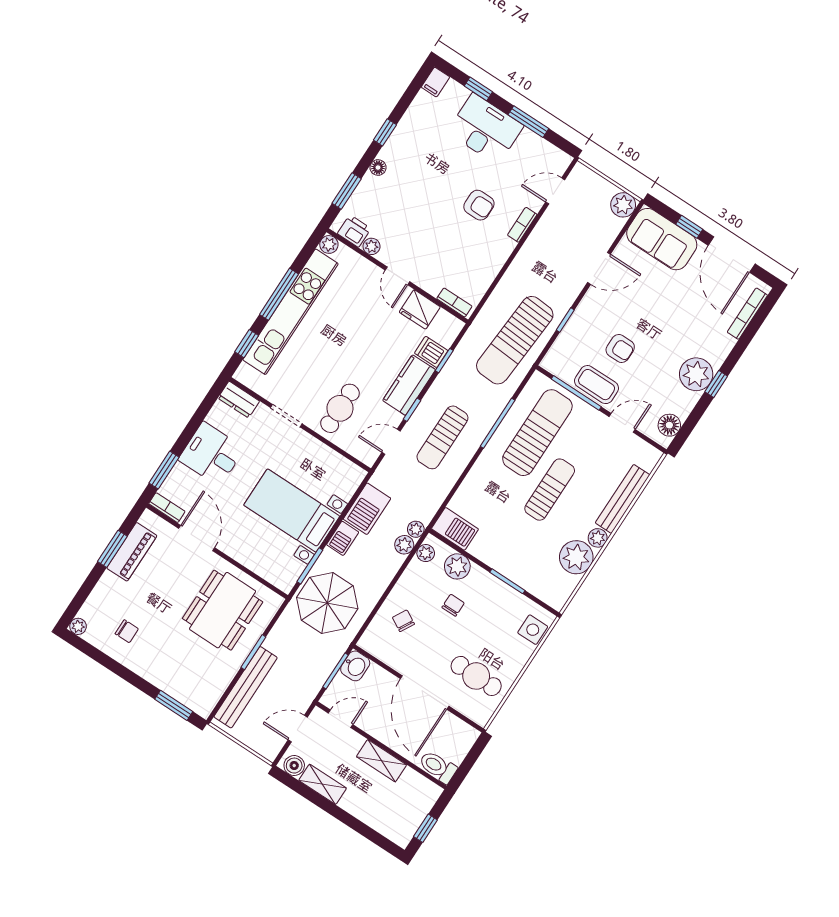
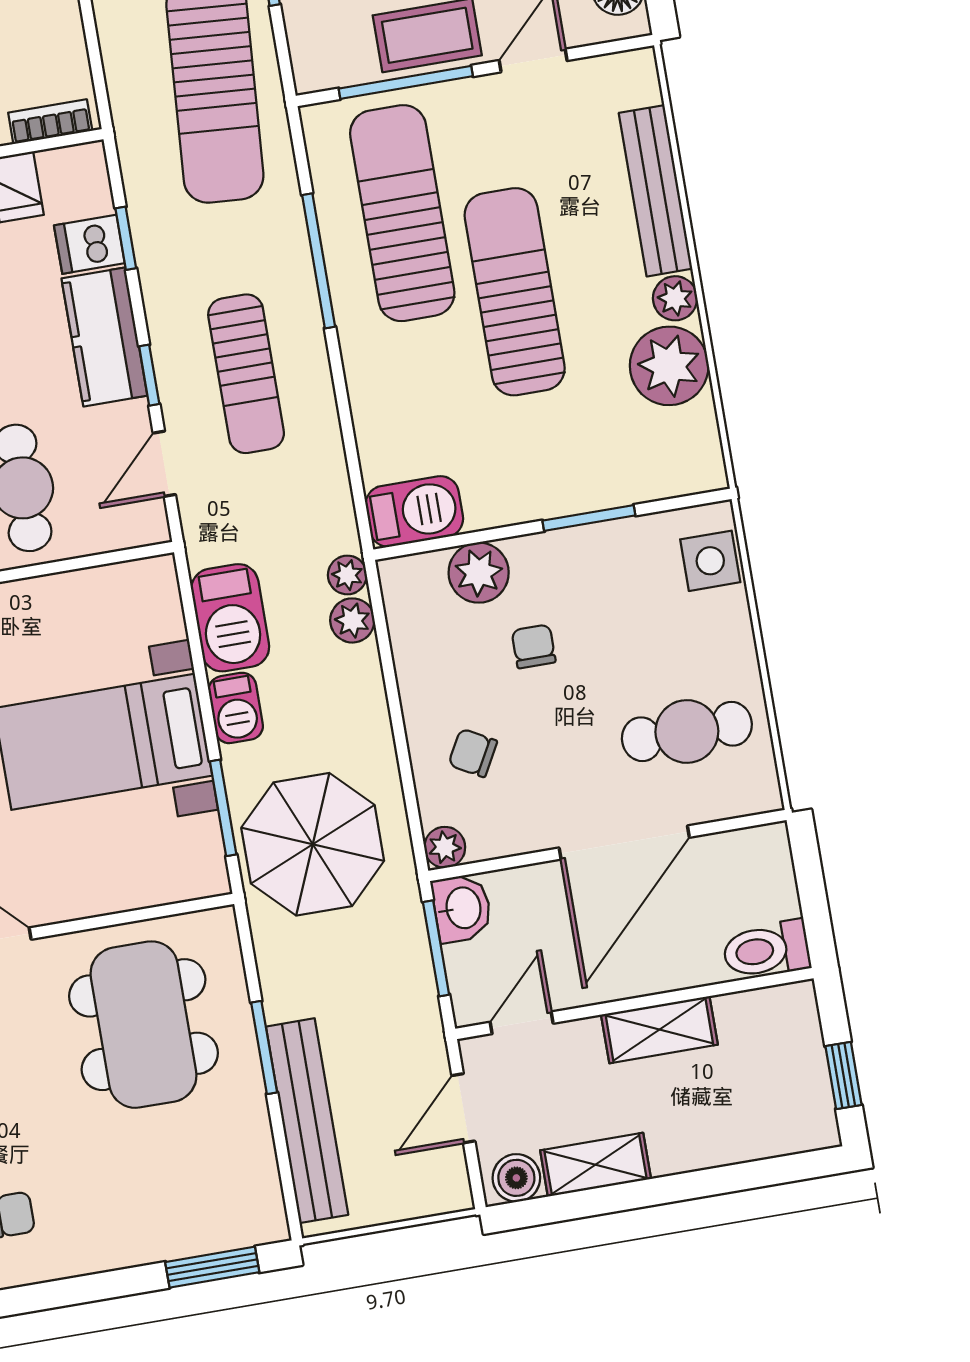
sun lounger: (550, 490) -> (515, 292), width x1.36, depth x1.34
plant: (426, 553) -> (445, 847), moved
door: (425, 692) -> (624, 843), hinge flipped

